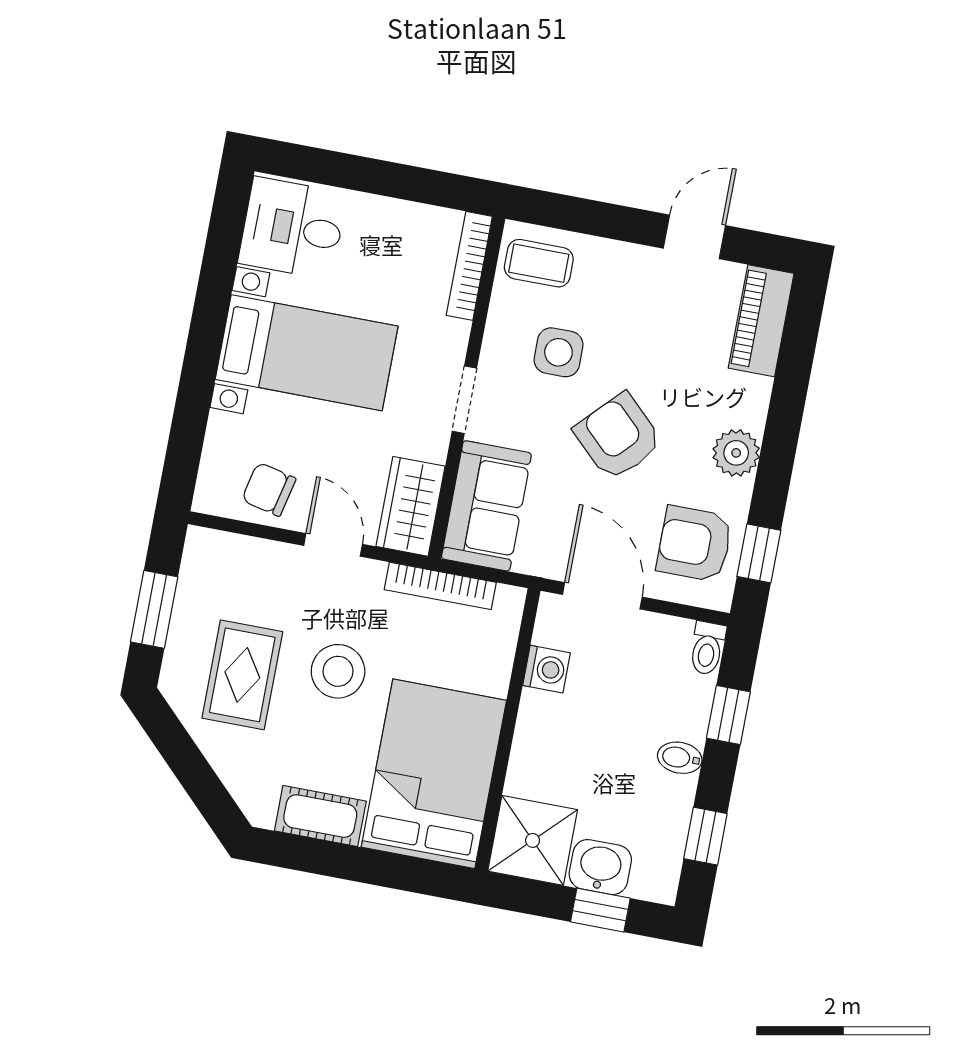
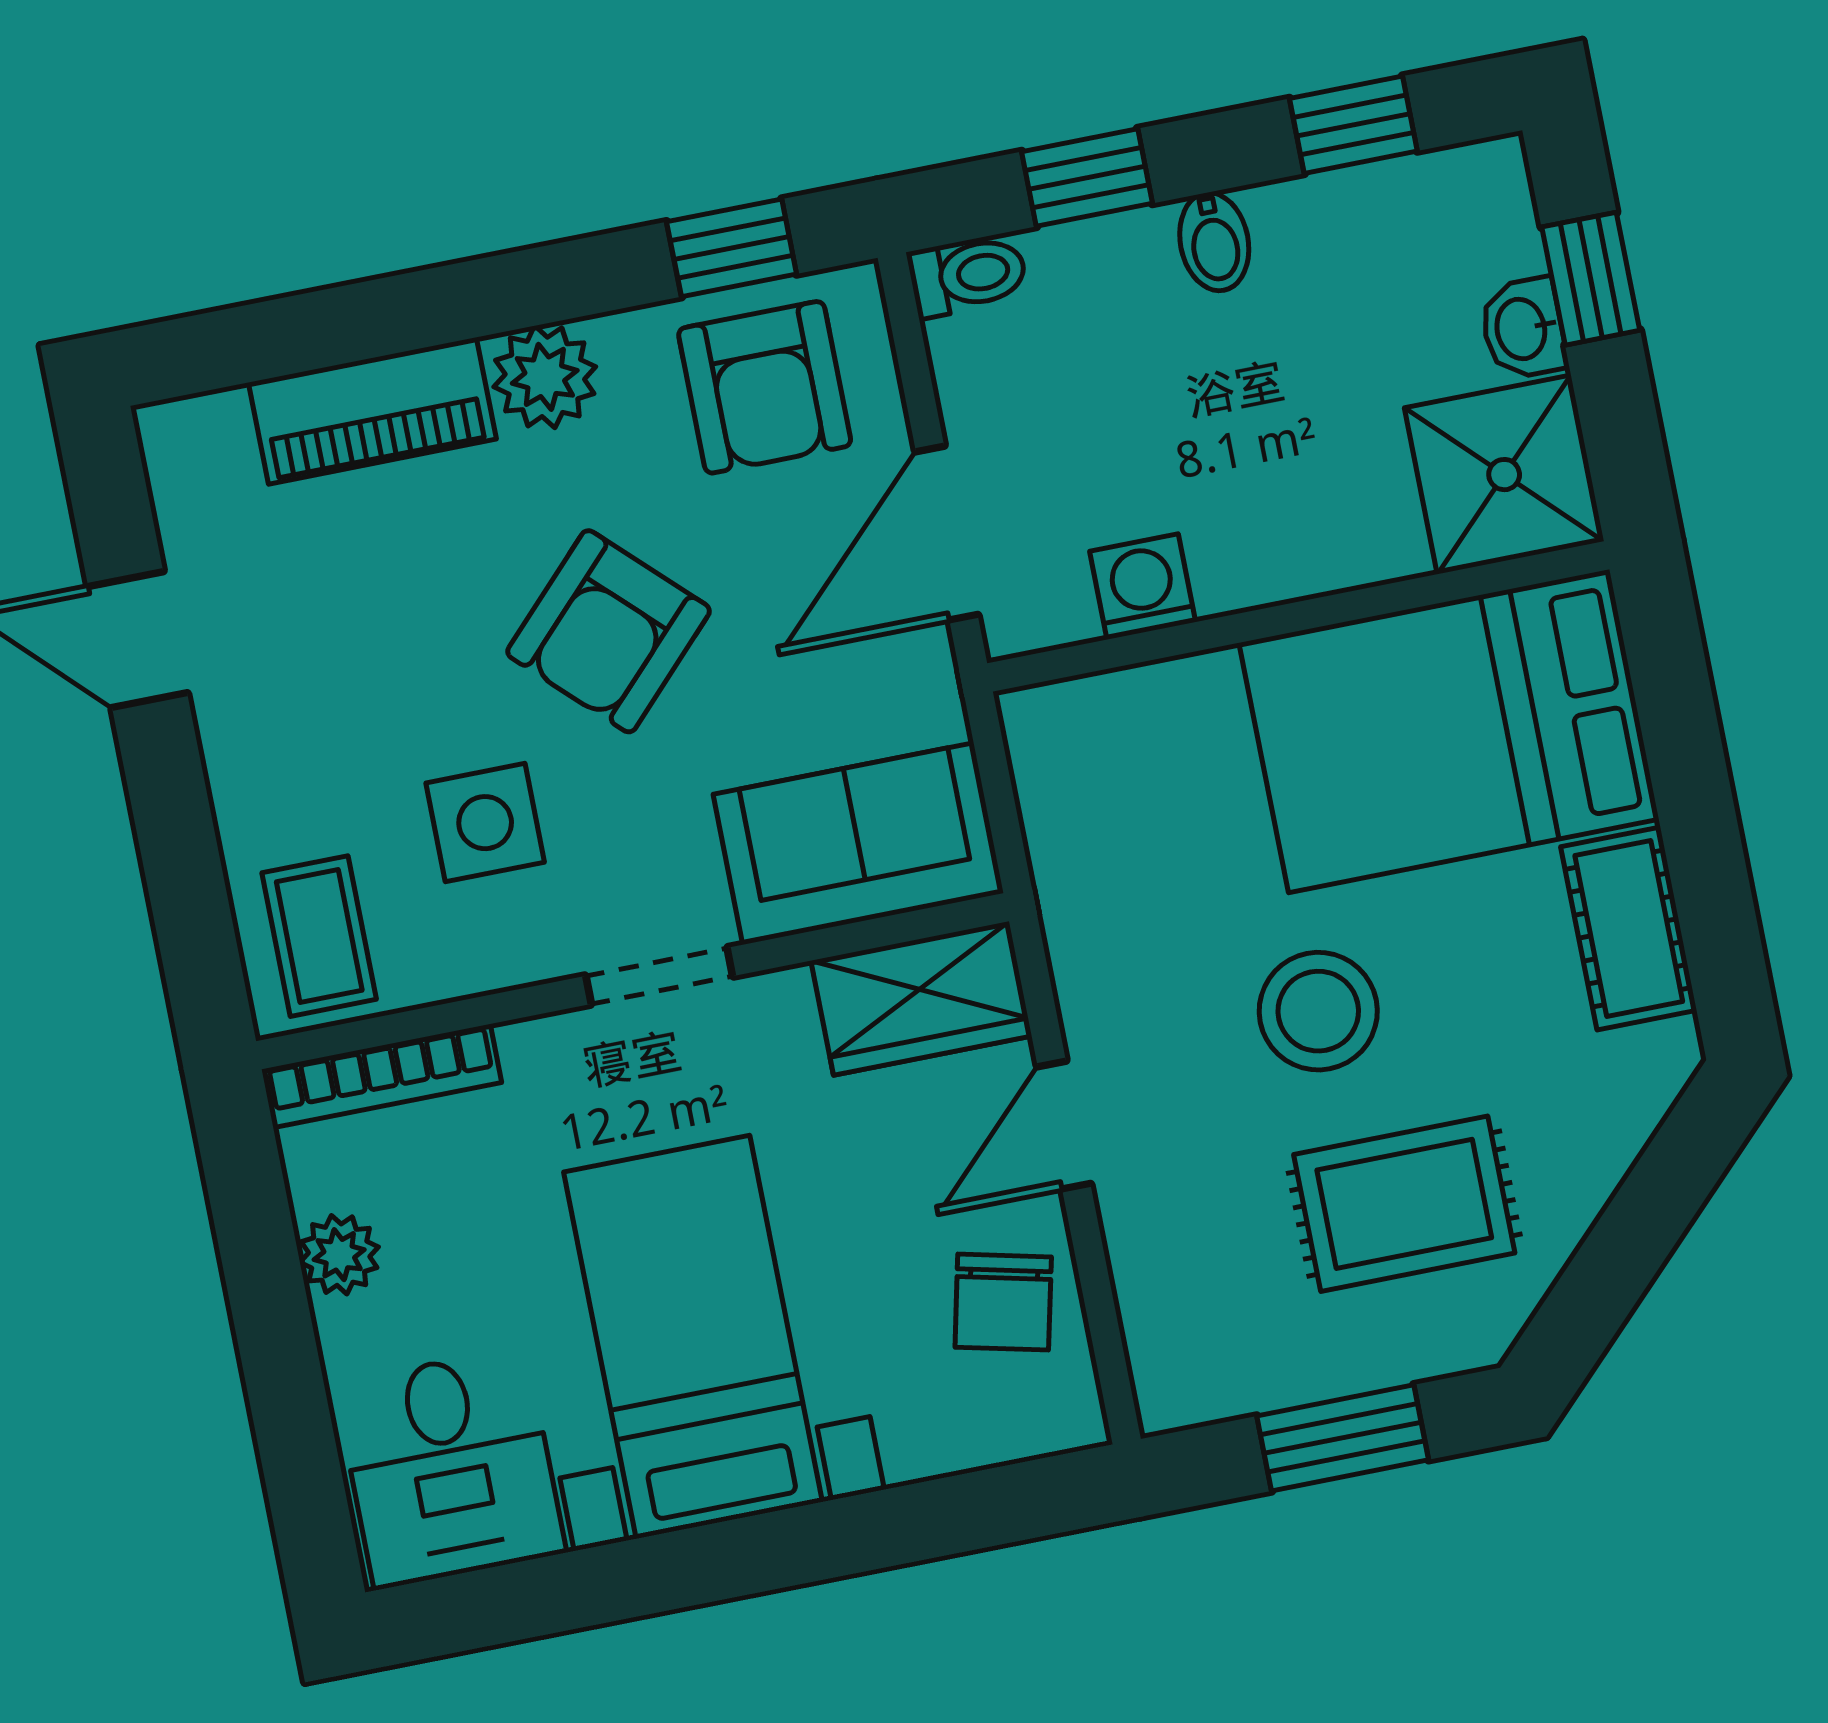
plant: (401, 218) -> (339, 1255), added
piano: (761, 321) -> (372, 411), moved
bookcase: (440, 586) -> (1060, 872), removed
washbasin: (600, 867) -> (1523, 329), width x0.72, depth x0.69

